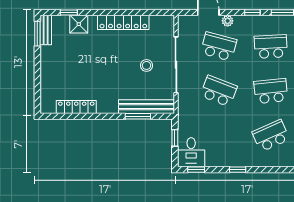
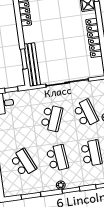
school desk: (219, 46) -> (86, 113), turned -33
stool: (147, 65) -> (64, 60), removed

